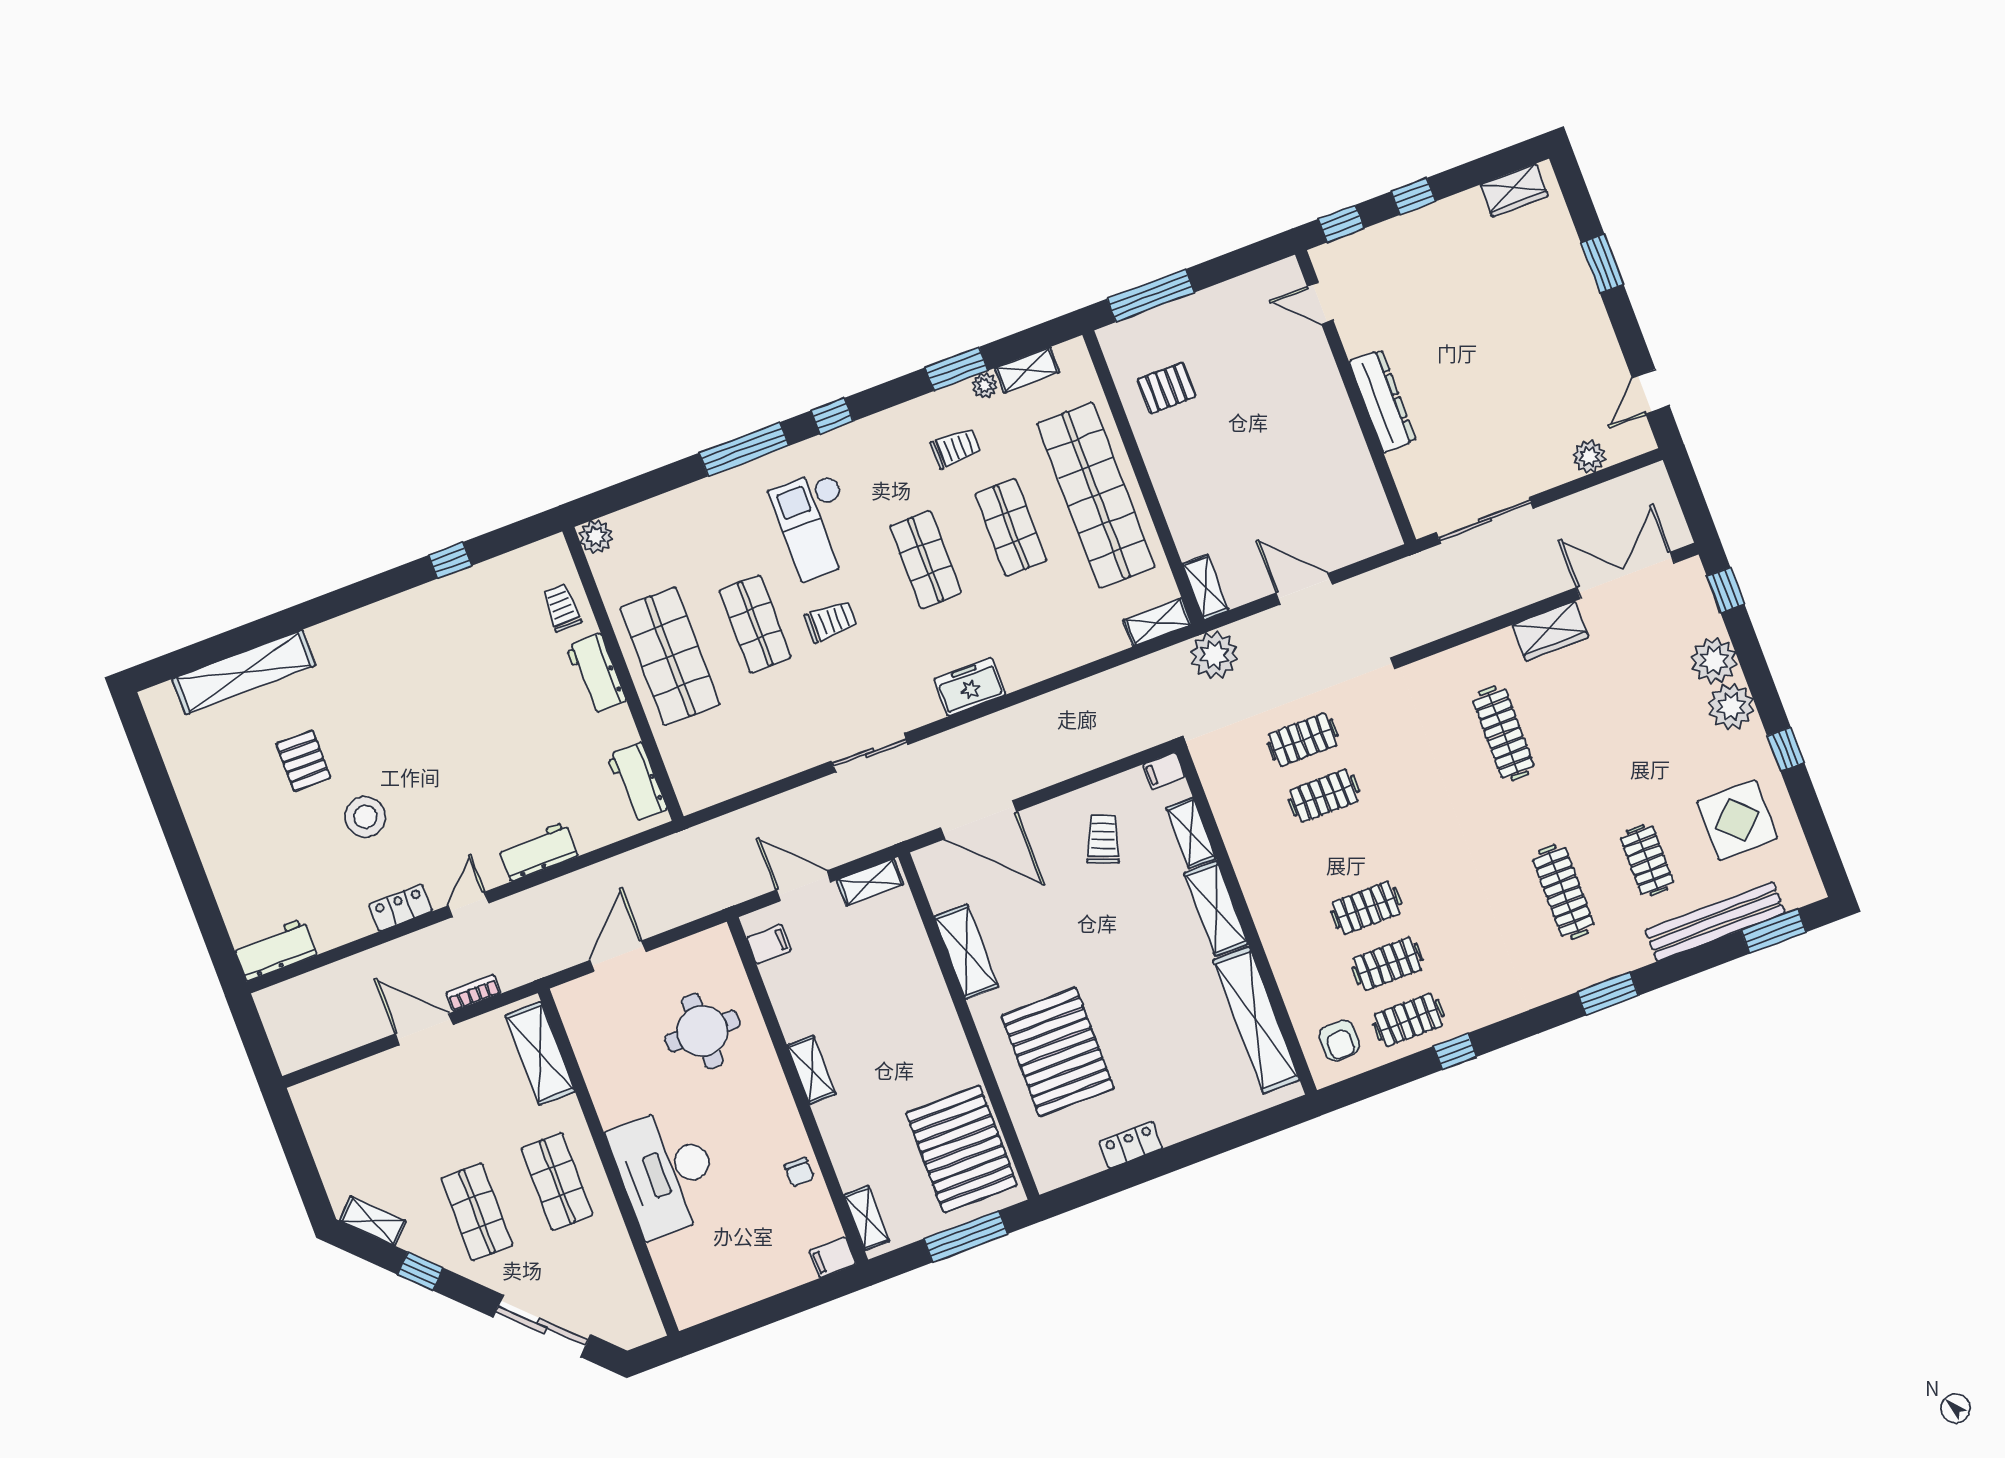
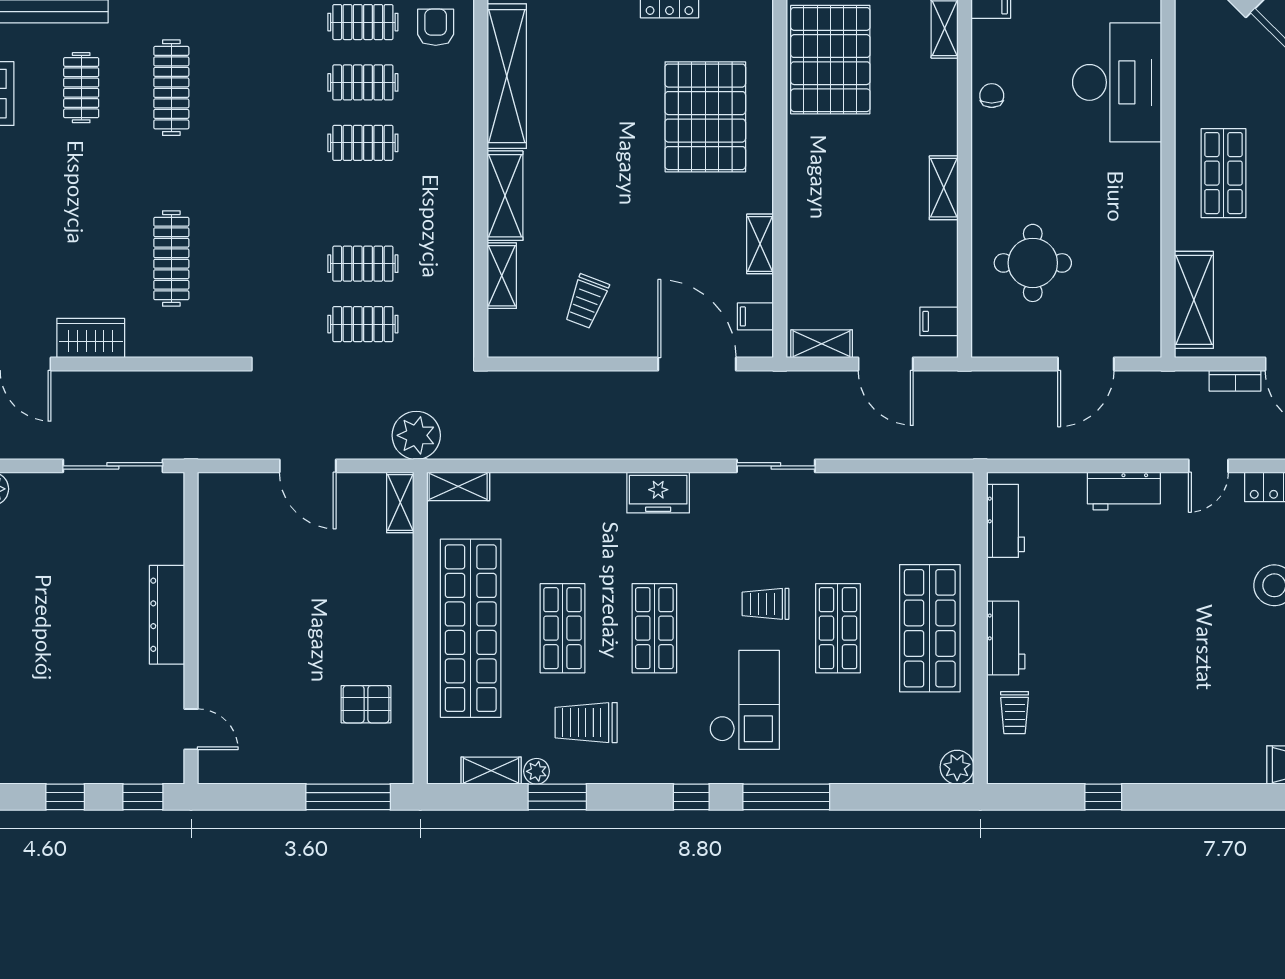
trolley: (956, 448) -> (586, 723), width x1.36, depth x1.39
filing cabinet: (1164, 771) -> (755, 316), moved, turned 180
shelving: (966, 952) -> (760, 244), width x0.67, depth x0.75
desk: (666, 1172) -> (1117, 82), moved

